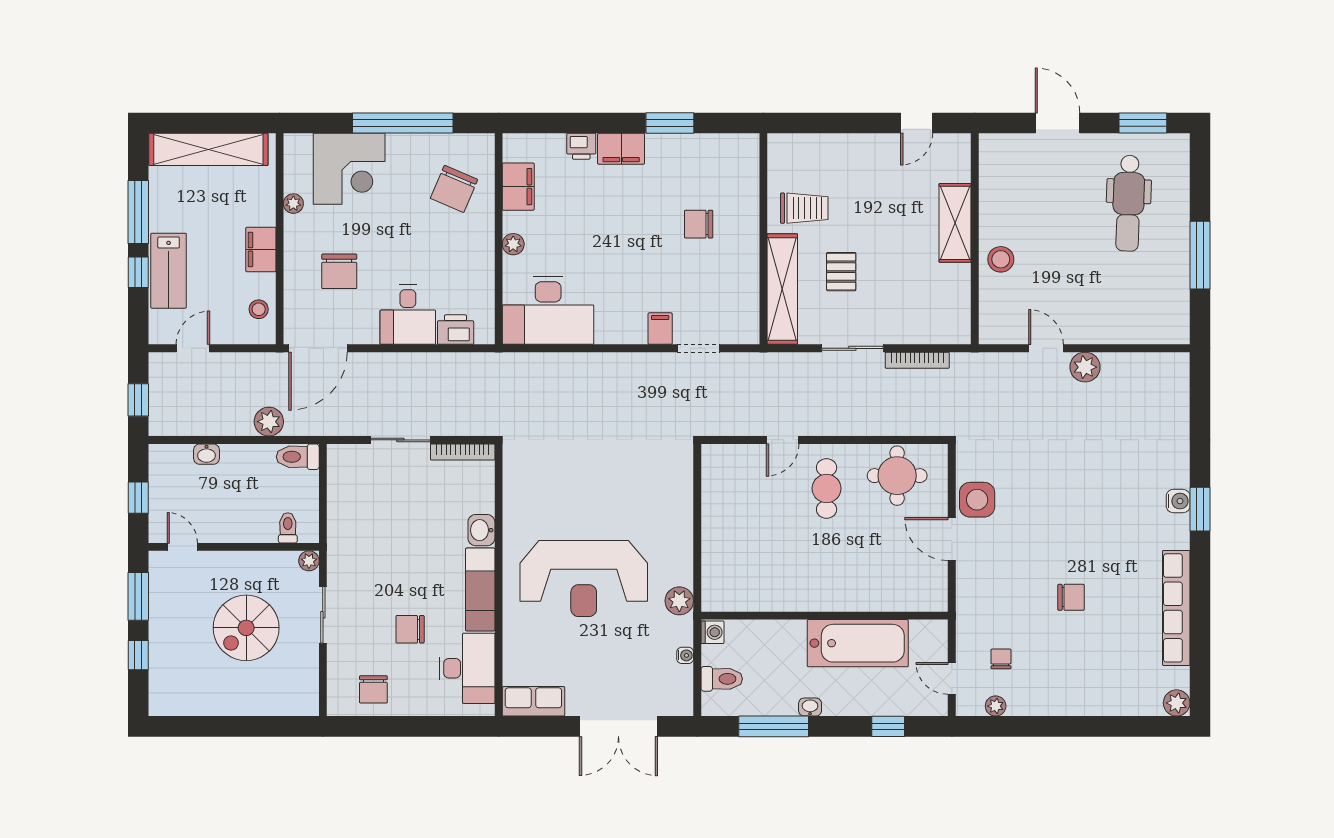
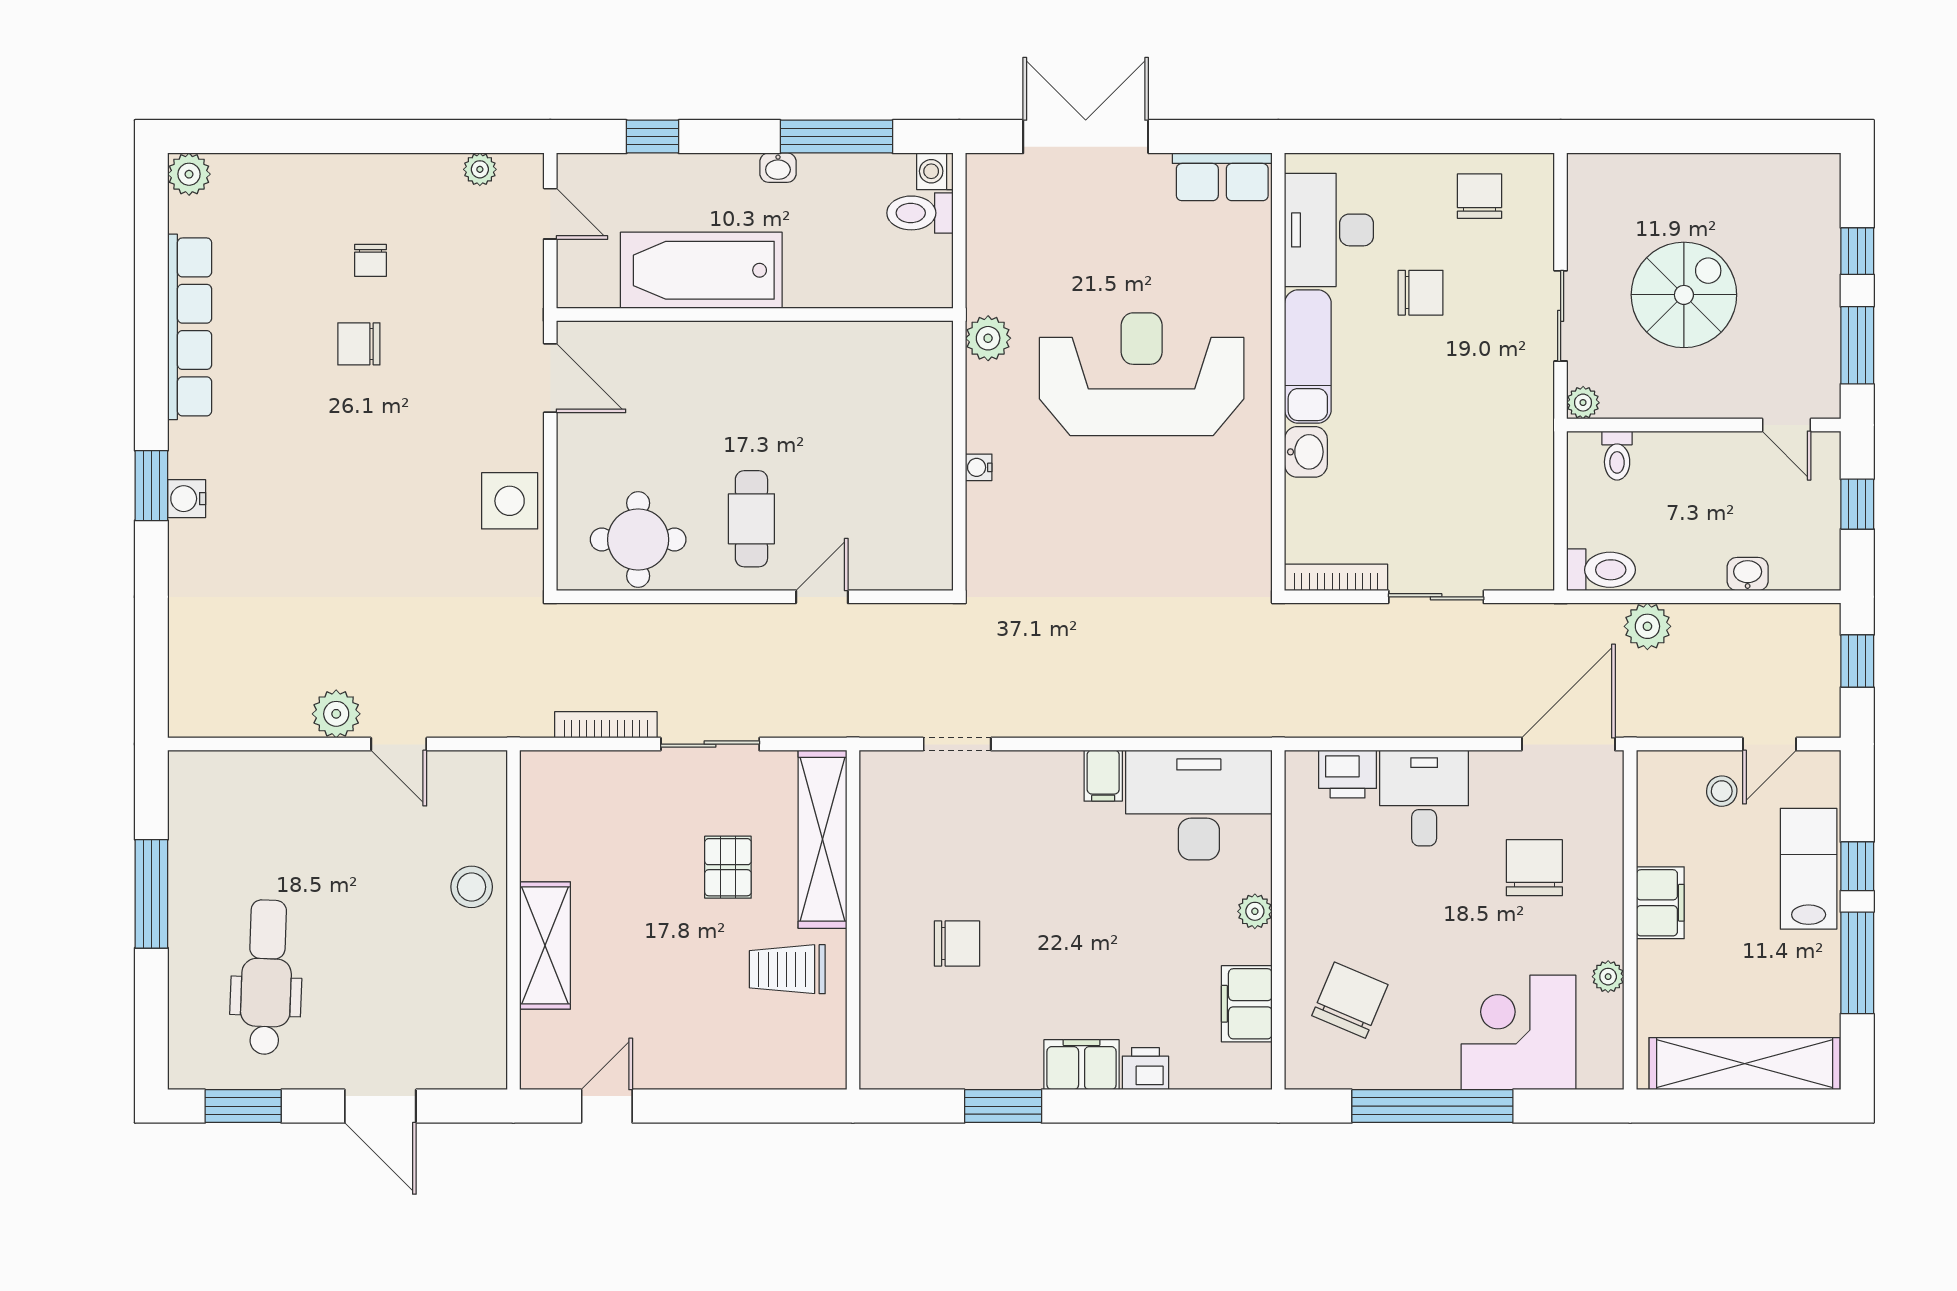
stool: (259, 309) -> (1722, 791), moved
filing cabinet: (660, 329) -> (1103, 776), moved
door: (952, 539) -> (550, 378), moved
washing machine: (712, 632) -> (935, 171), moved
water cooler: (685, 655) -> (979, 467), moved
chair: (1001, 659) -> (370, 260), moved

